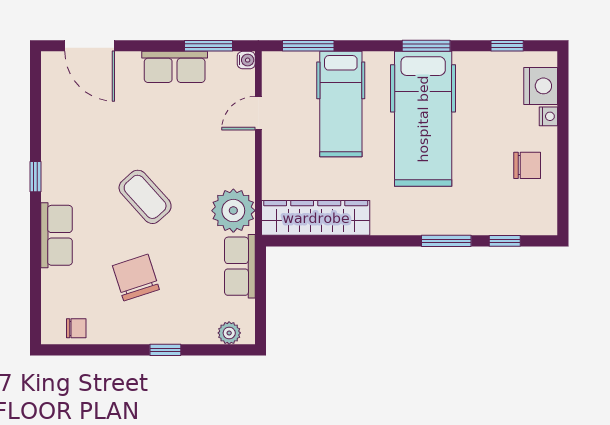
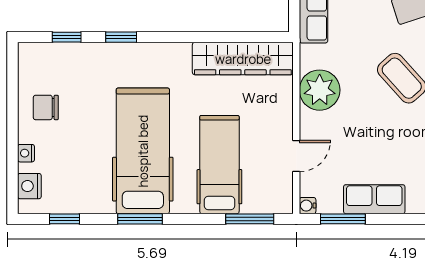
nightstand: (541, 86) -> (29, 186), width x0.74, depth x0.75
plant: (233, 211) -> (320, 90), moved
window: (446, 241) -> (121, 37), width x0.67

